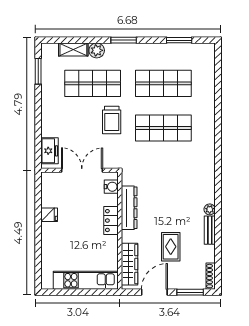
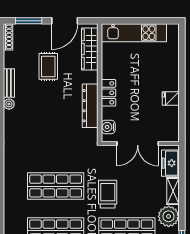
plant: (51, 98) -> (169, 216), added
shelving: (47, 123) -> (173, 191), added

